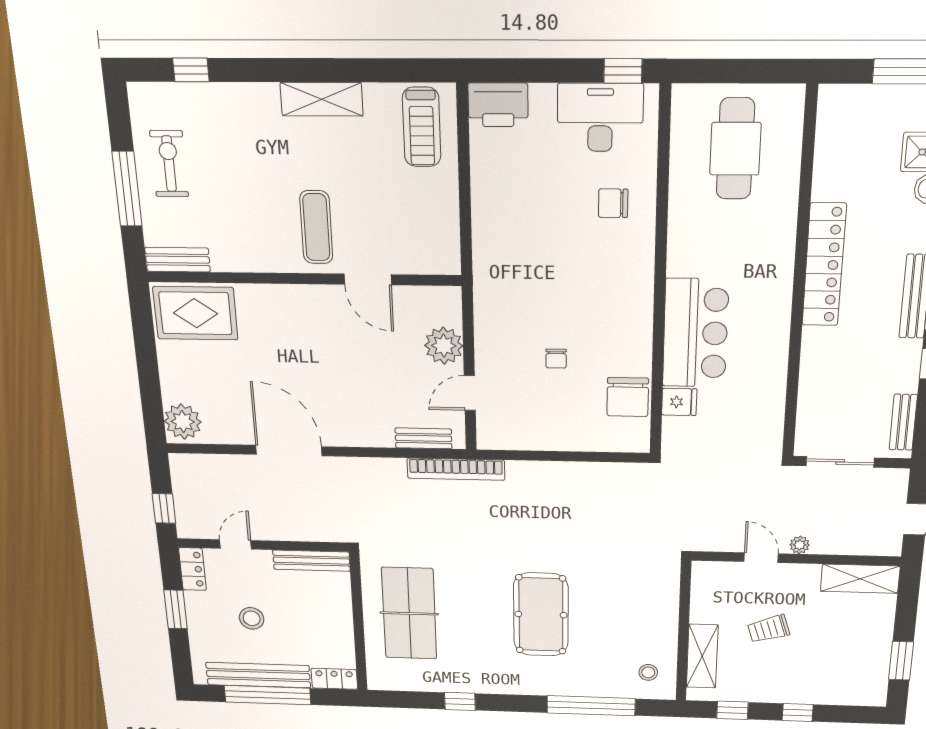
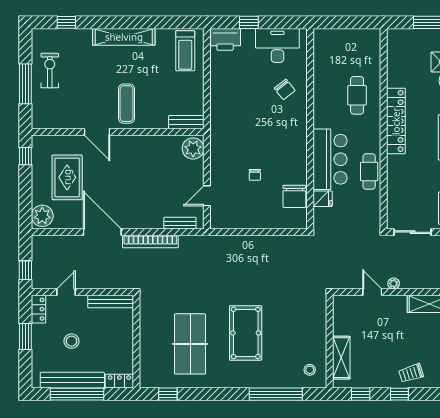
window: (623, 71) -> (249, 22), moved
shelving: (322, 99) -> (124, 37), width x1.47
cafe table: (735, 149) -> (357, 95), moved, width x0.73, depth x0.74
chair: (613, 203) -> (285, 89), turned -128
bench: (178, 260) -> (186, 122), moved
door: (368, 279) -> (97, 132), moved
rug: (195, 313) -> (67, 177), moved, turned 90
window: (142, 319) -> (25, 156), added
plant: (444, 346) -> (193, 149), moved
cafe table: (767, 356) -> (369, 171), added
bookcase: (456, 469) -> (150, 242), moved
table tennis table: (409, 613) -> (190, 344), moved
trolley: (769, 629) -> (411, 373), moved
window: (460, 701) -> (168, 394), moved

